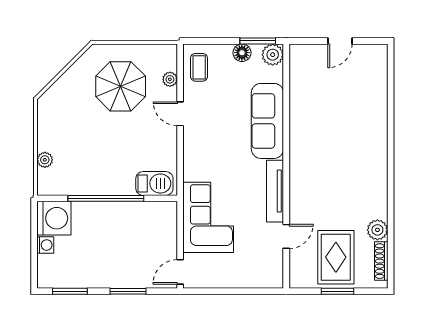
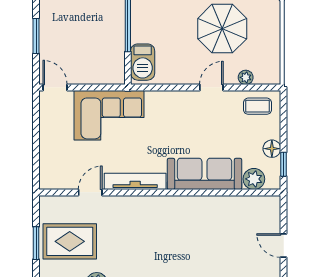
window: (258, 41) -> (284, 164), width x0.67
plant: (273, 55) -> (254, 179), moved
parasol: (121, 86) -> (222, 29), moved
door: (286, 236) -> (90, 192), swing flipped

